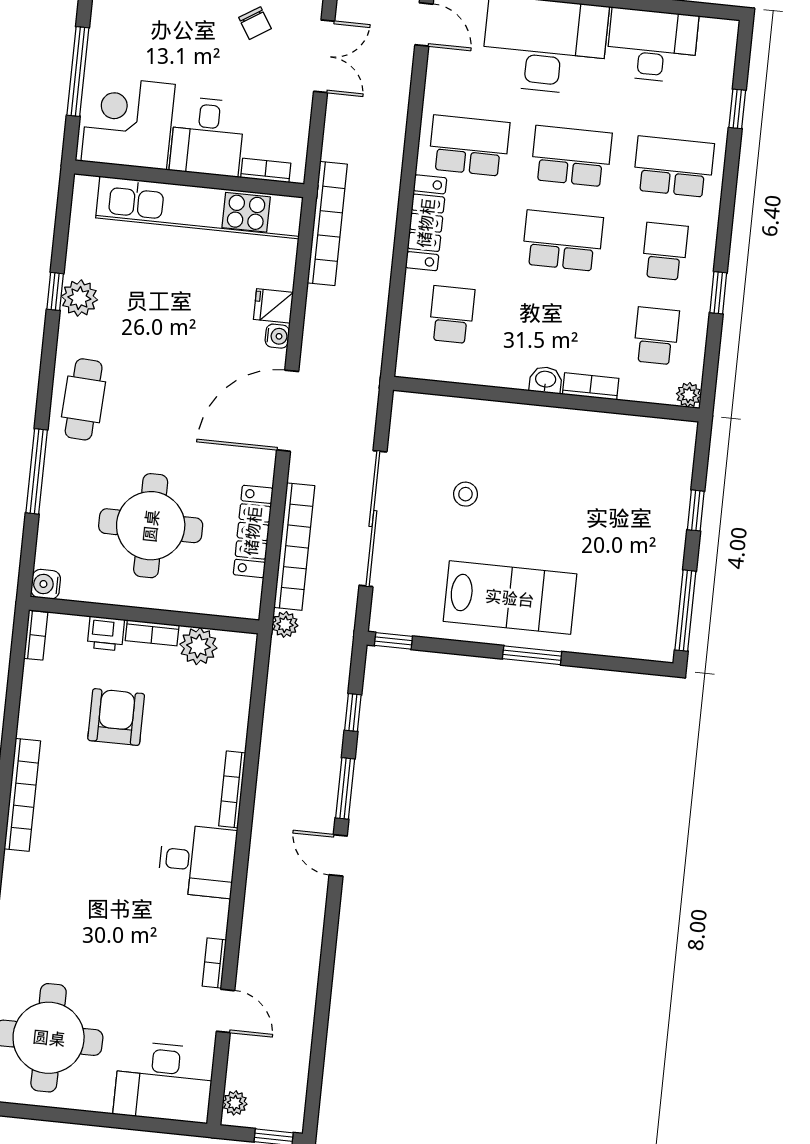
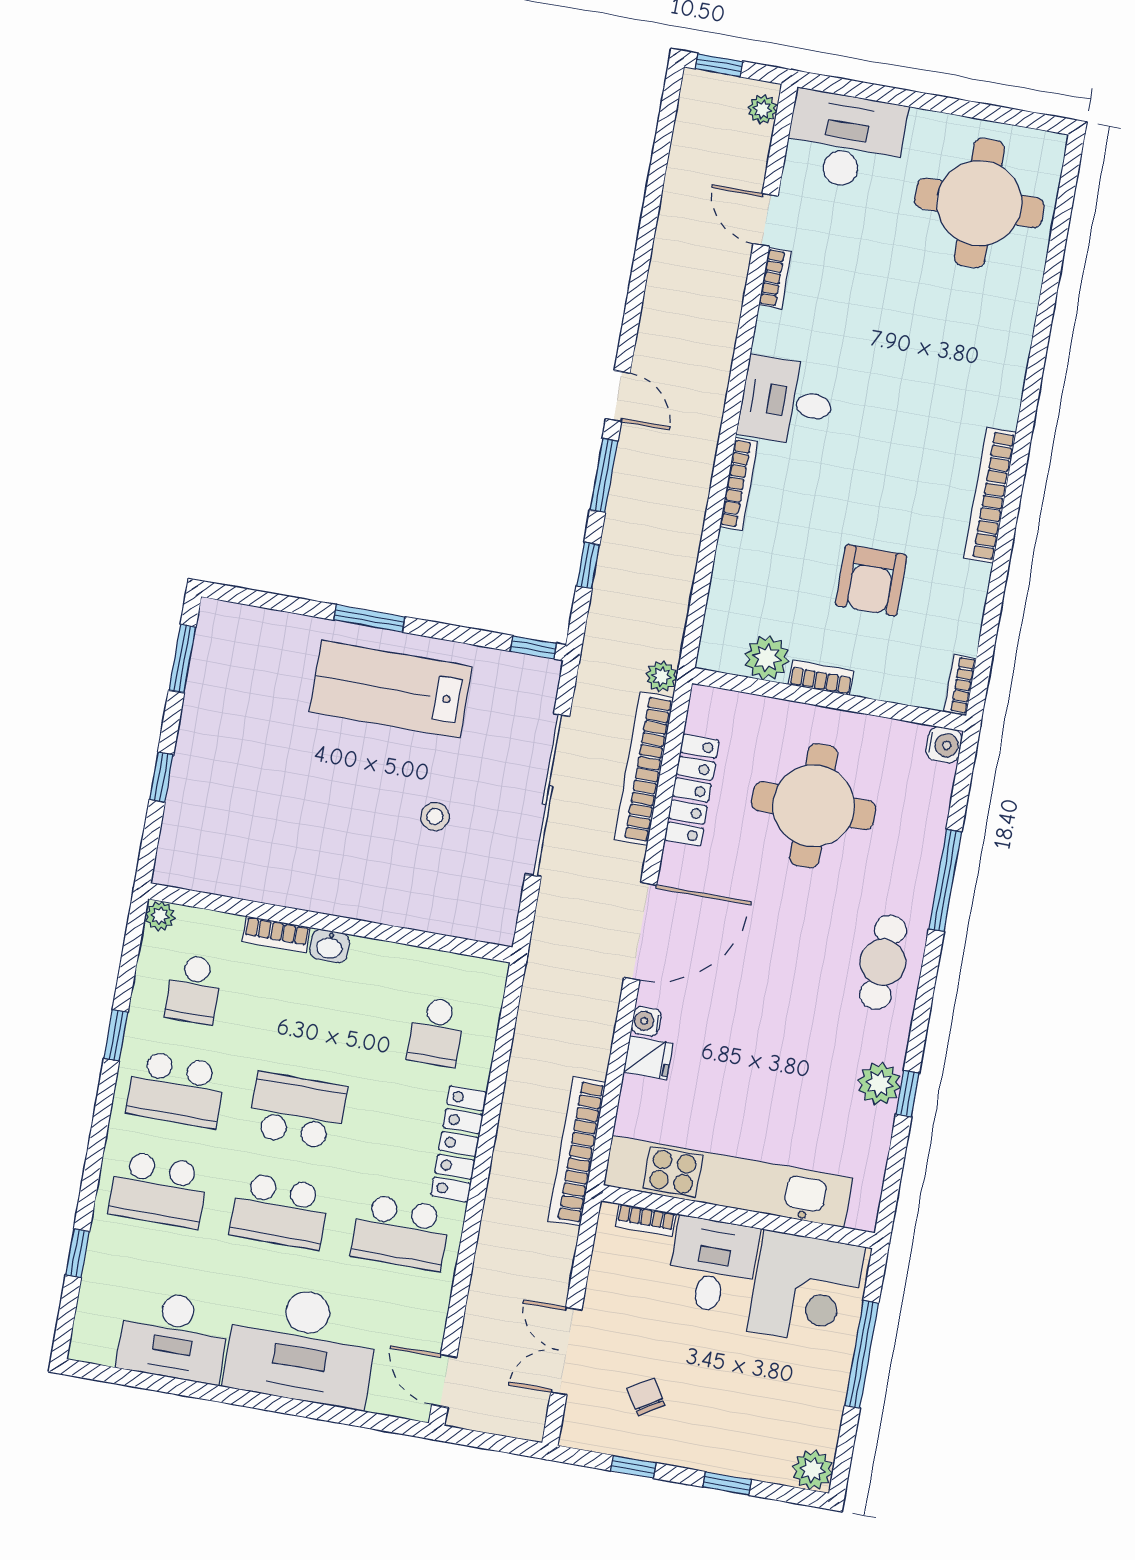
school desk: (563, 241) -> (297, 1111), turned 180
school desk: (665, 251) -> (176, 1089), width x1.85
window: (685, 611) -> (182, 659), width x0.69
printer: (106, 634) -> (876, 681), removed

